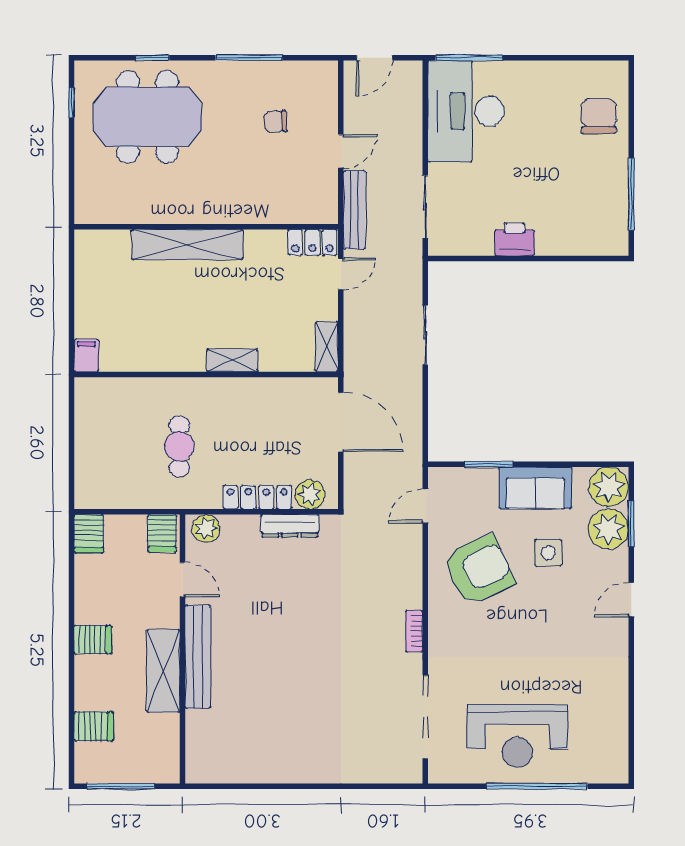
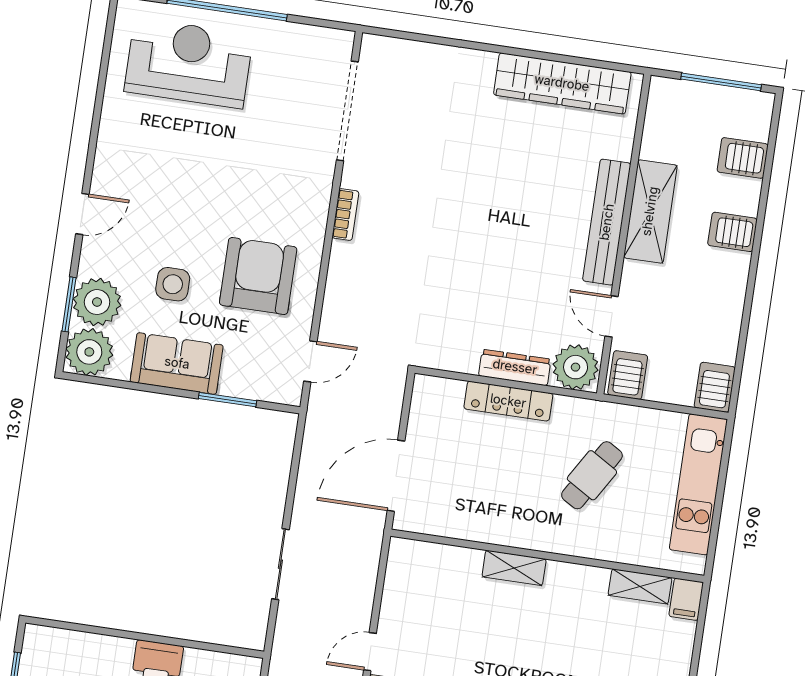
shelving: (327, 347) -> (640, 586), moved, turned 90
door: (341, 422) -> (396, 476), hinge flipped
cafe table: (179, 446) -> (592, 475), turned 31
kitchen unit: (90, 452) -> (698, 484), added
plant: (310, 494) -> (445, 395), removed
dresser: (290, 526) -> (515, 367), moved
plant: (206, 528) -> (576, 367), width x1.36, depth x1.36
armchair: (479, 570) -> (258, 276), turned 115
server rack: (93, 640) -> (732, 232), moved
reception desk: (517, 736) -> (189, 63), moved
wardrobe: (251, 766) -> (562, 83), added

